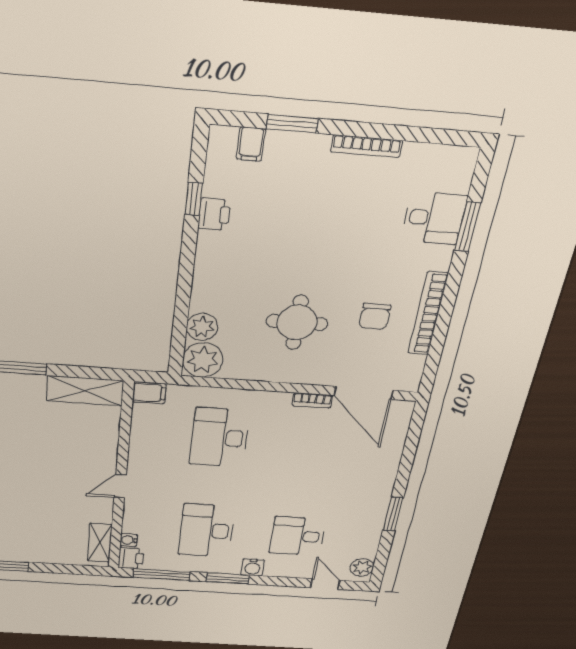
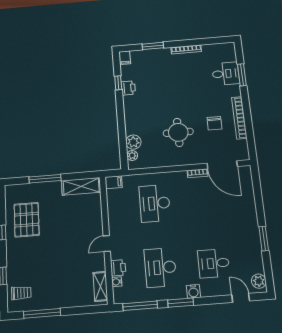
filing cabinet: (251, 144) -> (125, 58), moved
plant: (203, 360) -> (132, 155), width x0.53, depth x0.53
printer: (131, 558) -> (118, 268), moved

